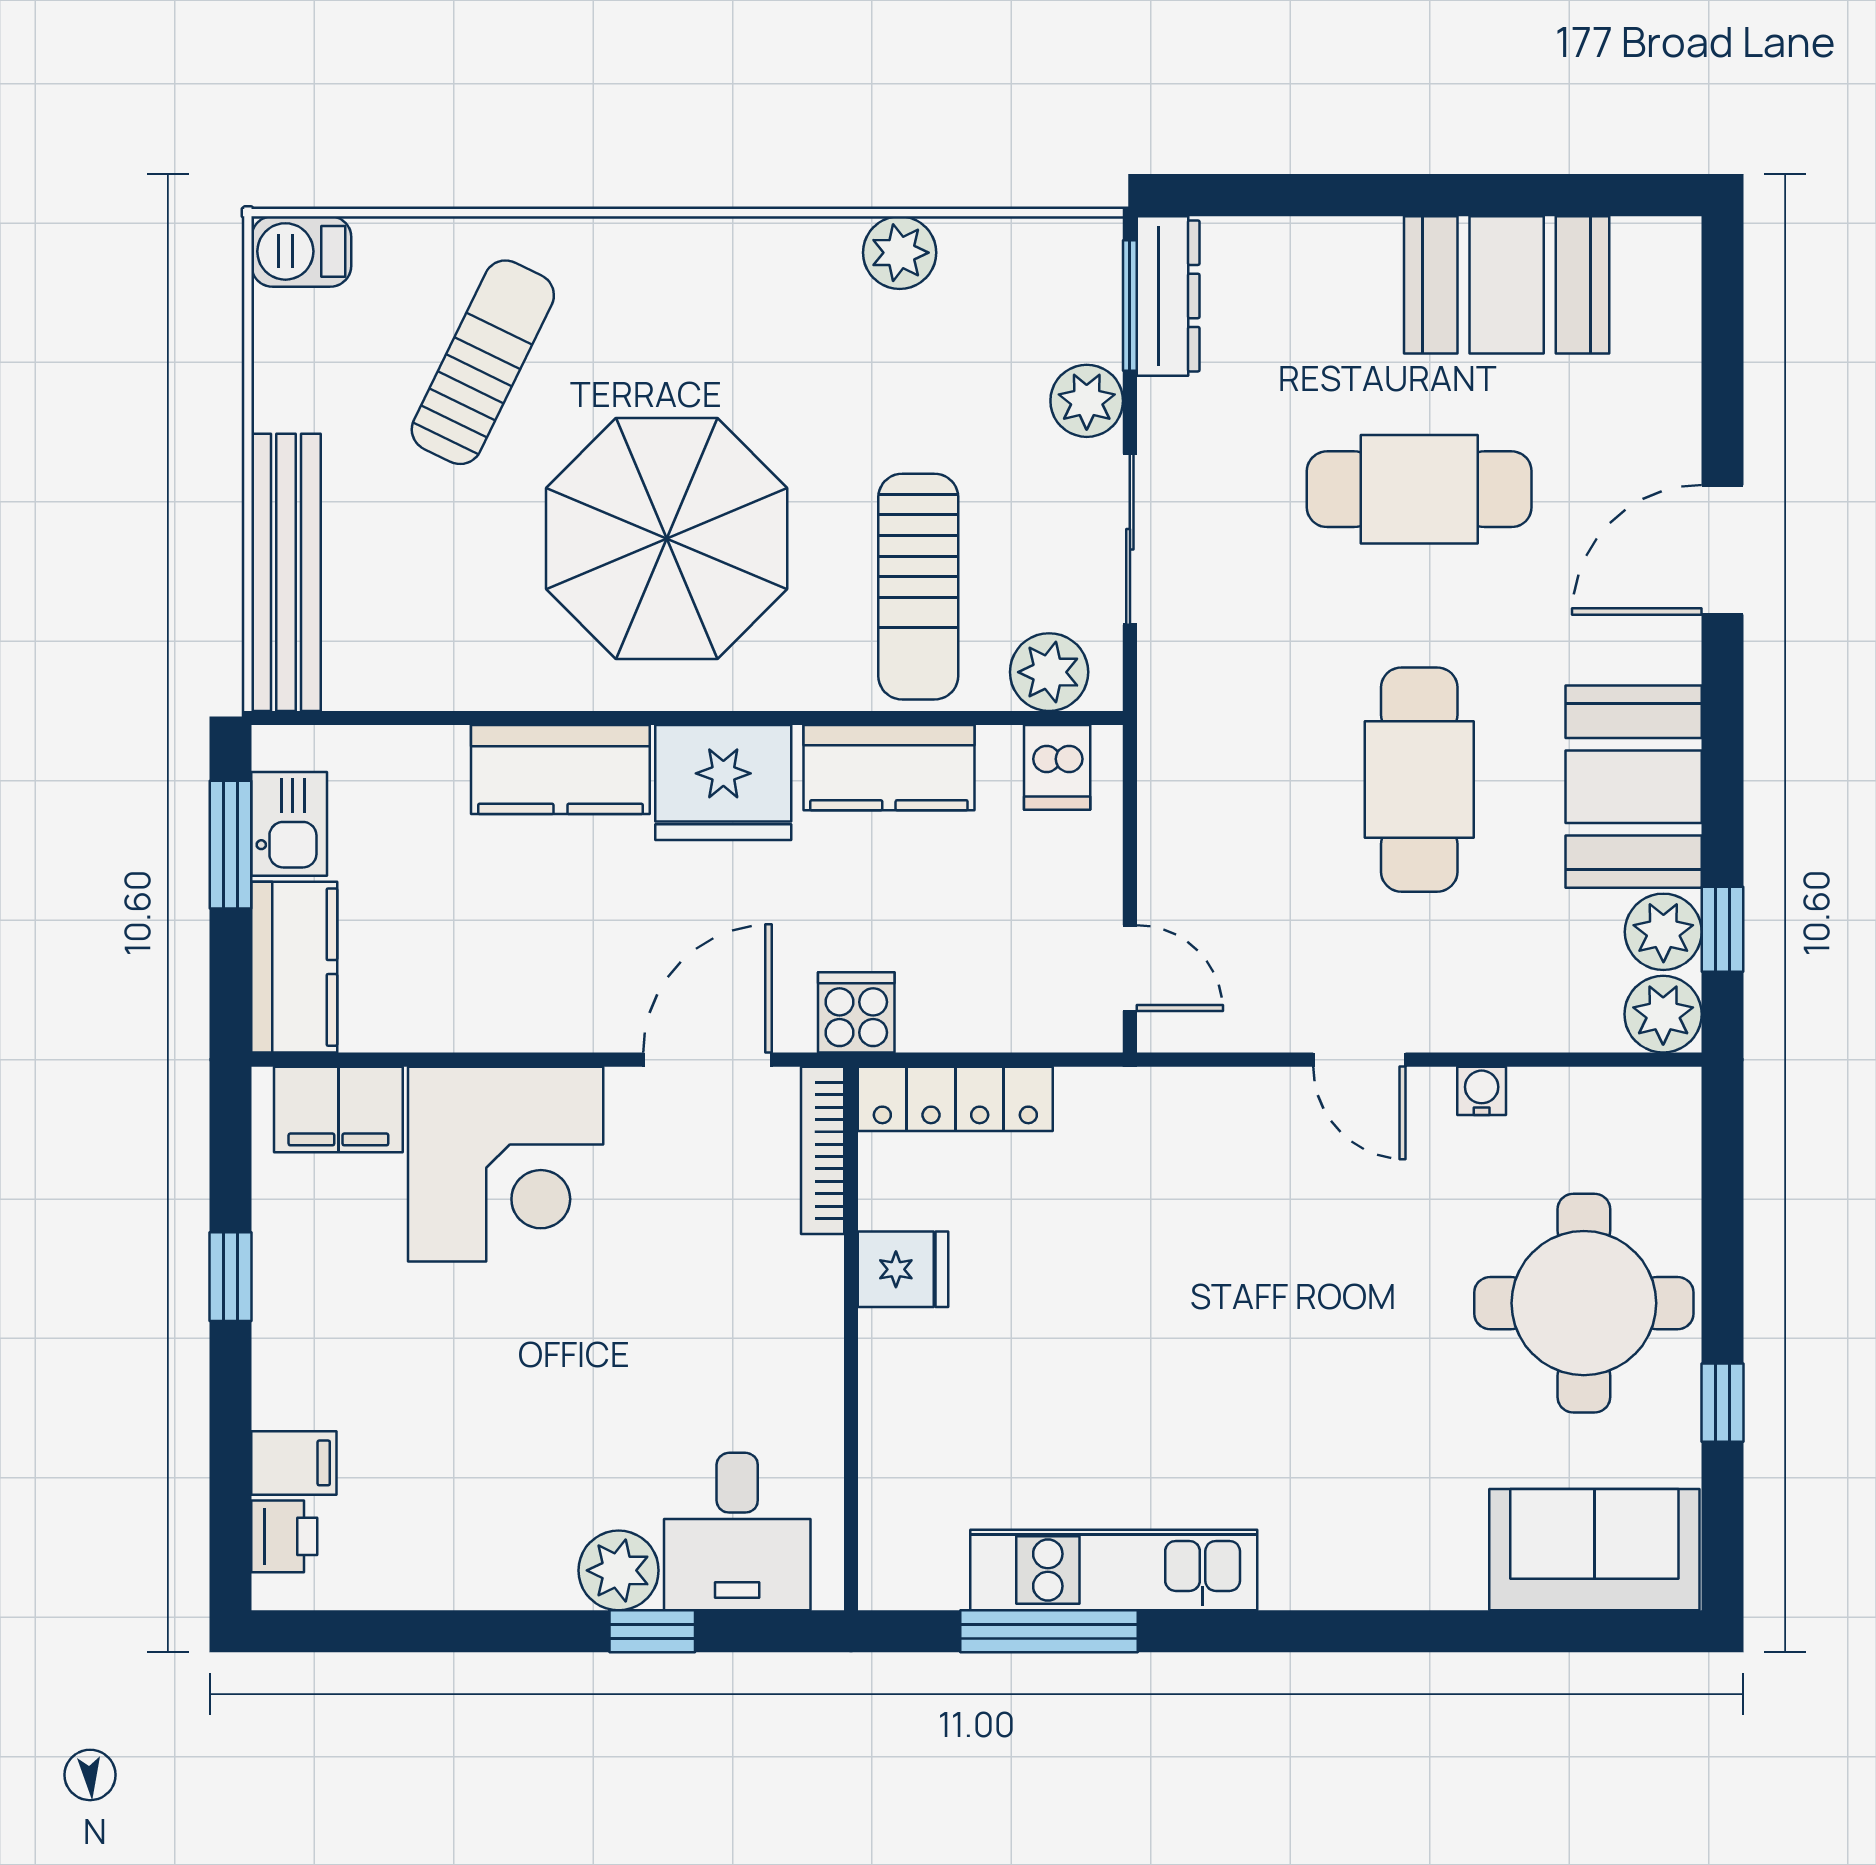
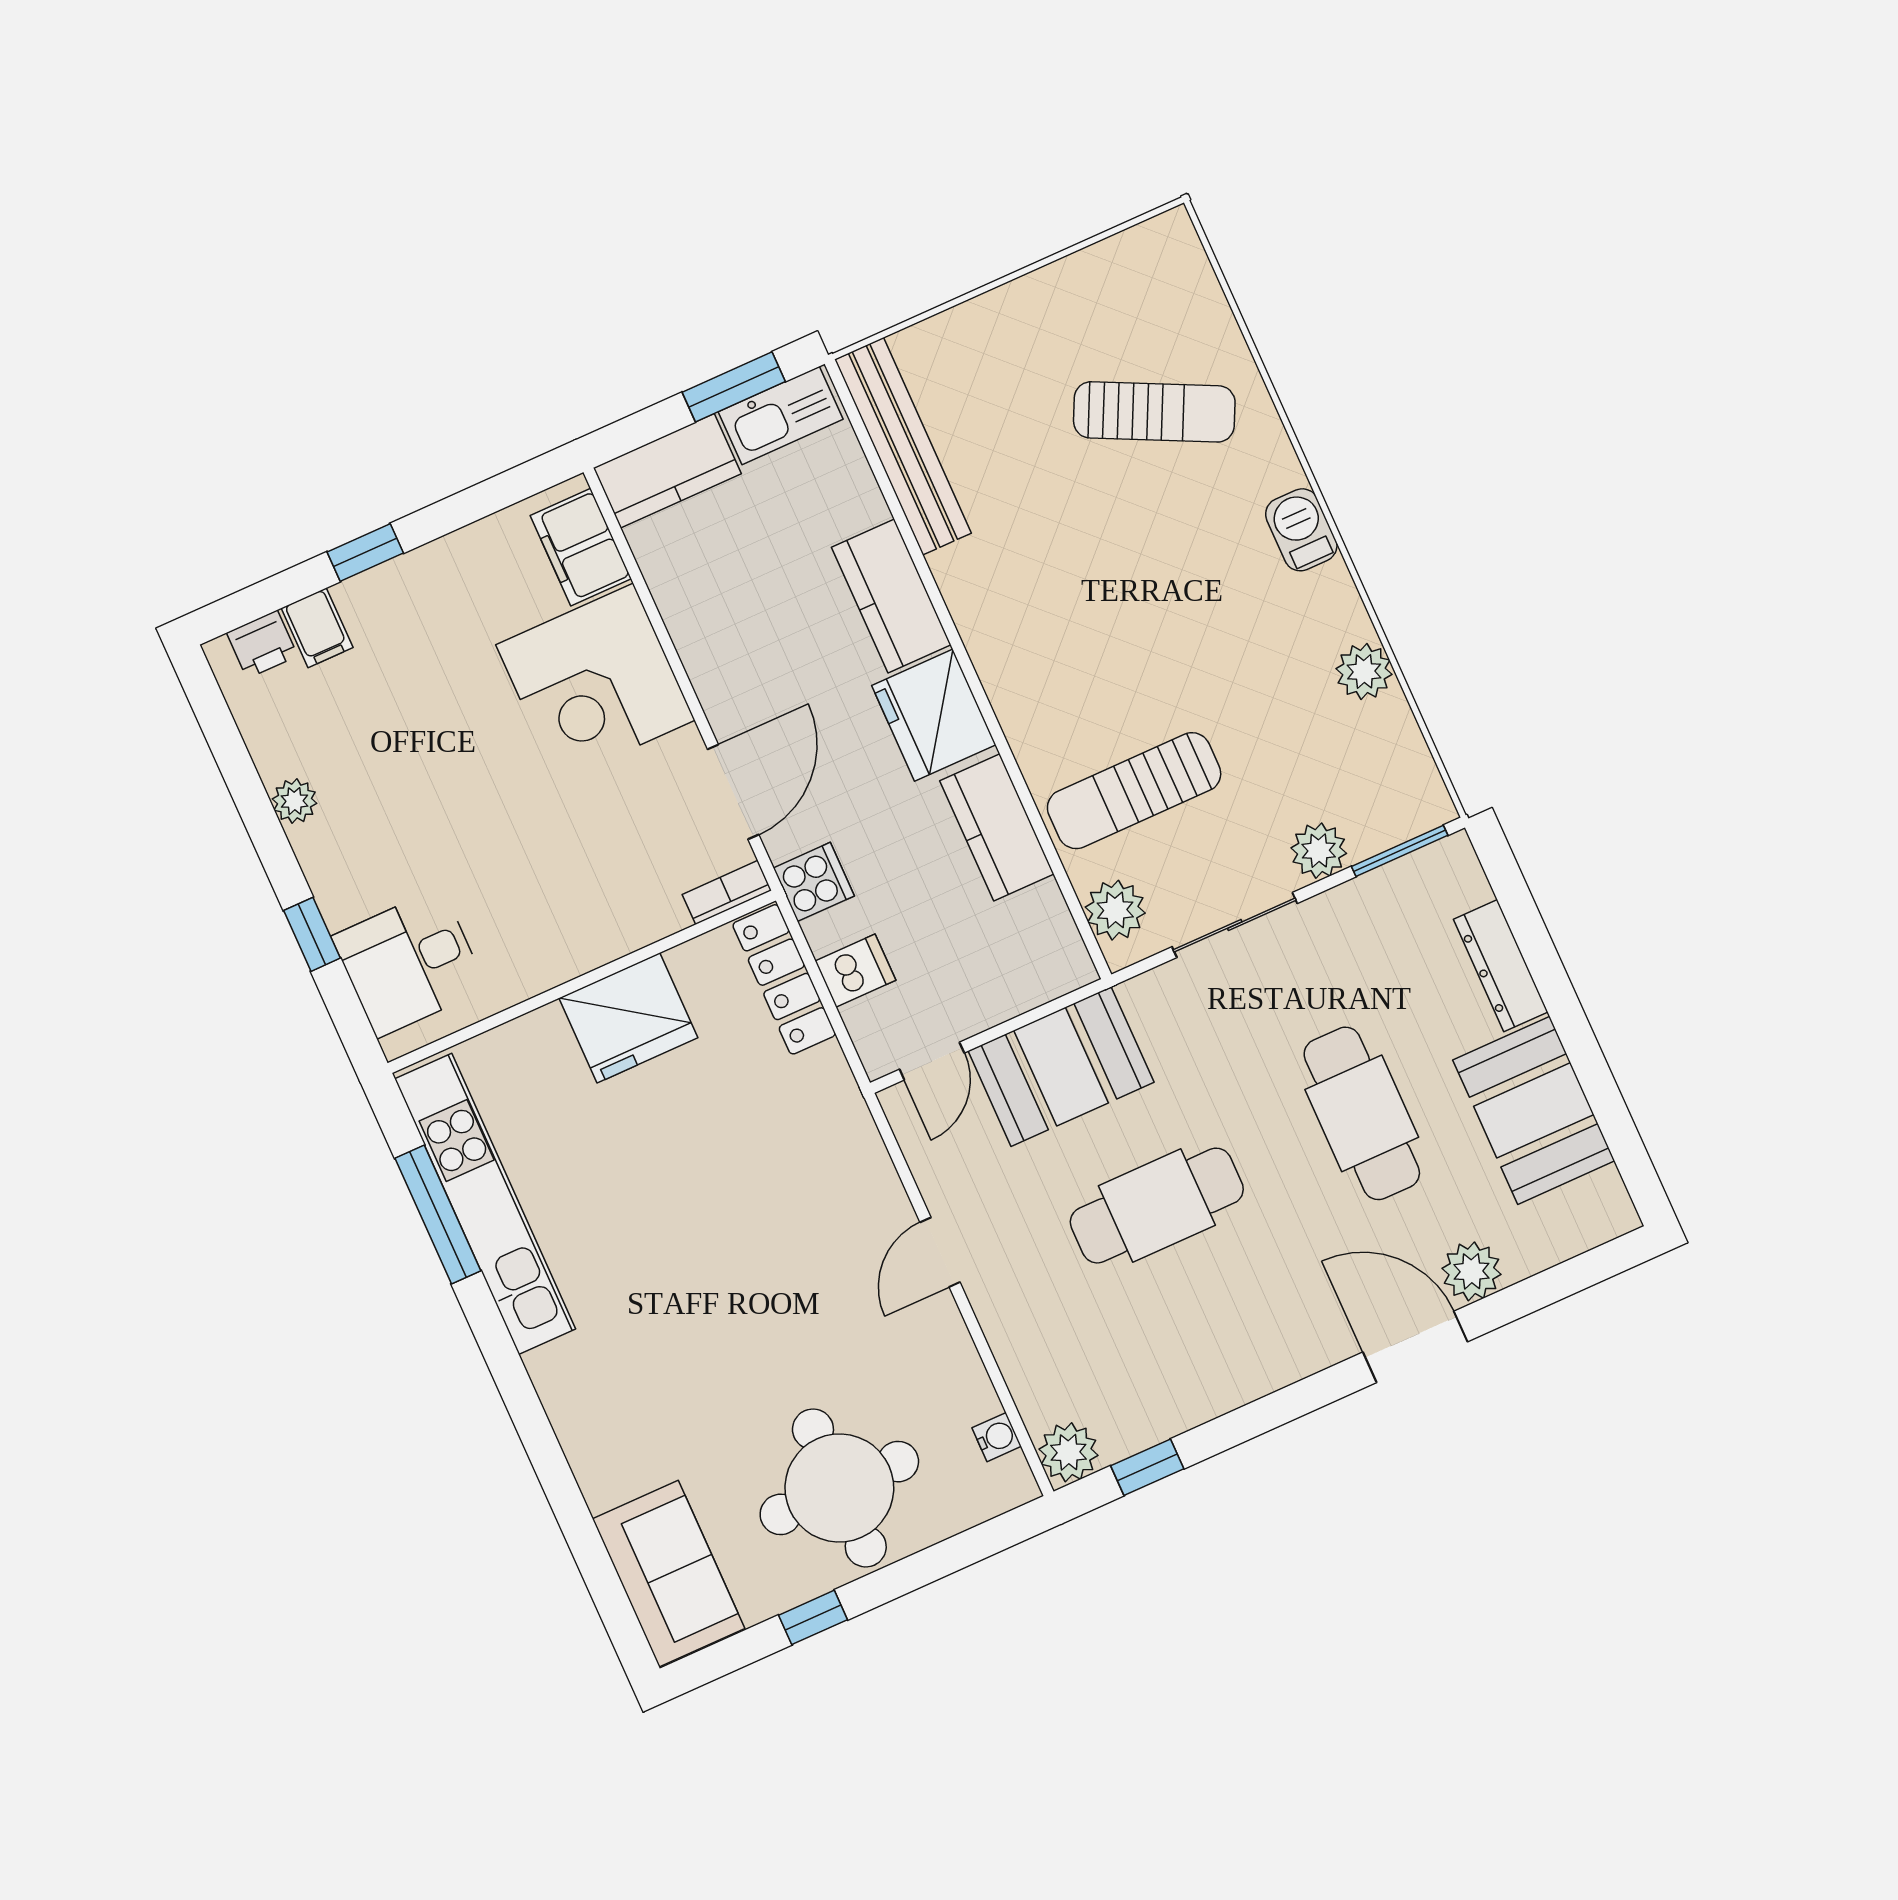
barbecue: (301, 251) -> (1301, 530), moved
dresser: (1168, 296) -> (1501, 966), moved, turned 90
parasol: (667, 539) -> (1088, 598), removed
bench: (286, 572) -> (903, 446), moved, turned 90
dishwasher: (1057, 767) -> (855, 971), moved, turned 180
booth: (1634, 787) -> (1061, 1067), moved
kitchen sink: (289, 824) -> (781, 416), width x1.38
plant: (1663, 932) -> (1471, 1271), moved
door: (707, 1060) -> (733, 792), hinge flipped
water cooler: (1482, 1091) -> (997, 1437), moved
bookcase: (823, 1150) -> (727, 892), width x0.64
fridge: (903, 1269) -> (628, 1018), width x1.88, depth x1.34
window: (231, 1277) -> (365, 552), moved
plant: (619, 1570) -> (294, 801), moved, width x0.73, depth x0.73
kitchen unit: (1114, 1570) -> (485, 1204), width x1.36

